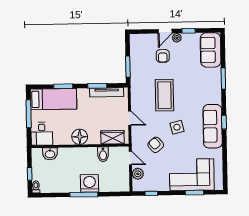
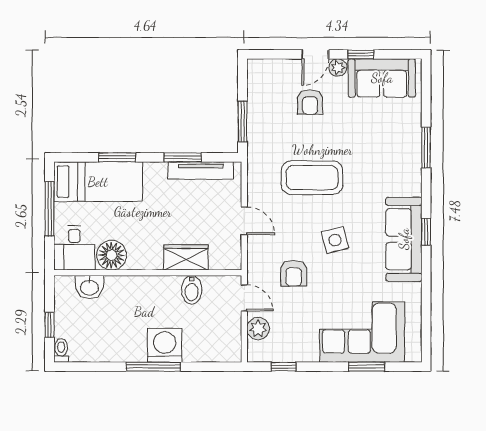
sofa: (211, 50) -> (382, 78), moved, turned -90
coffee table: (164, 95) -> (312, 178), turned 90
floor lamp: (80, 137) -> (112, 255), moved
wardrobe: (112, 137) -> (186, 257), moved
armchair: (156, 145) -> (294, 273), turned -139

